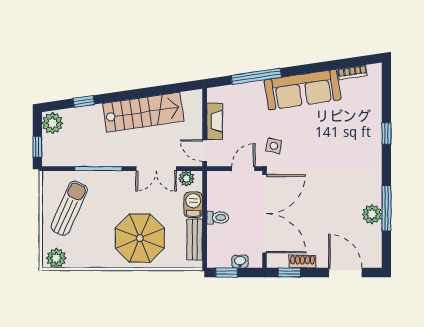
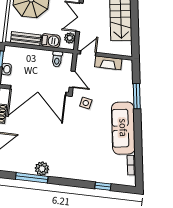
window: (256, 76) -> (137, 96), width x0.69
window: (386, 133) -> (103, 186), moved
plant: (372, 214) -> (42, 169), moved
toilet: (218, 218) -> (57, 59), moved

